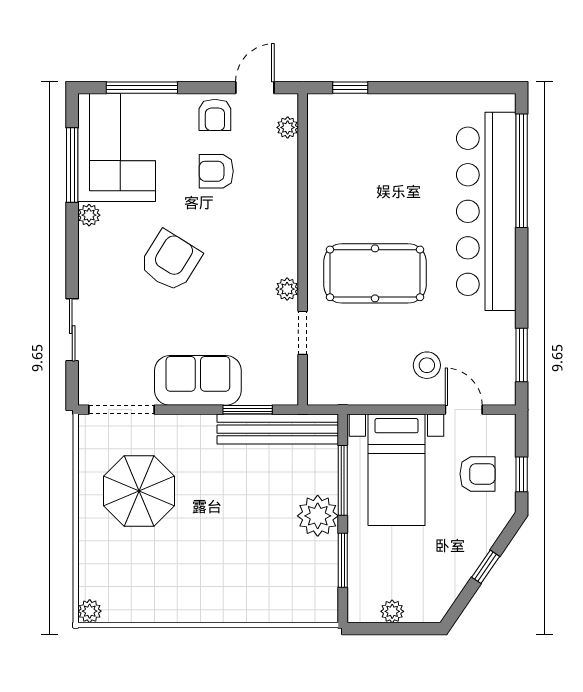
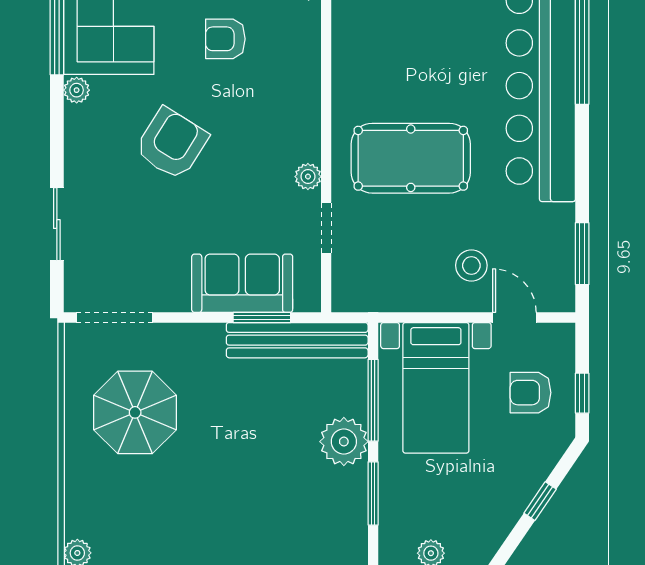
sofa: (198, 380) -> (242, 283), moved
armchair: (477, 474) -> (531, 393), turned 180

